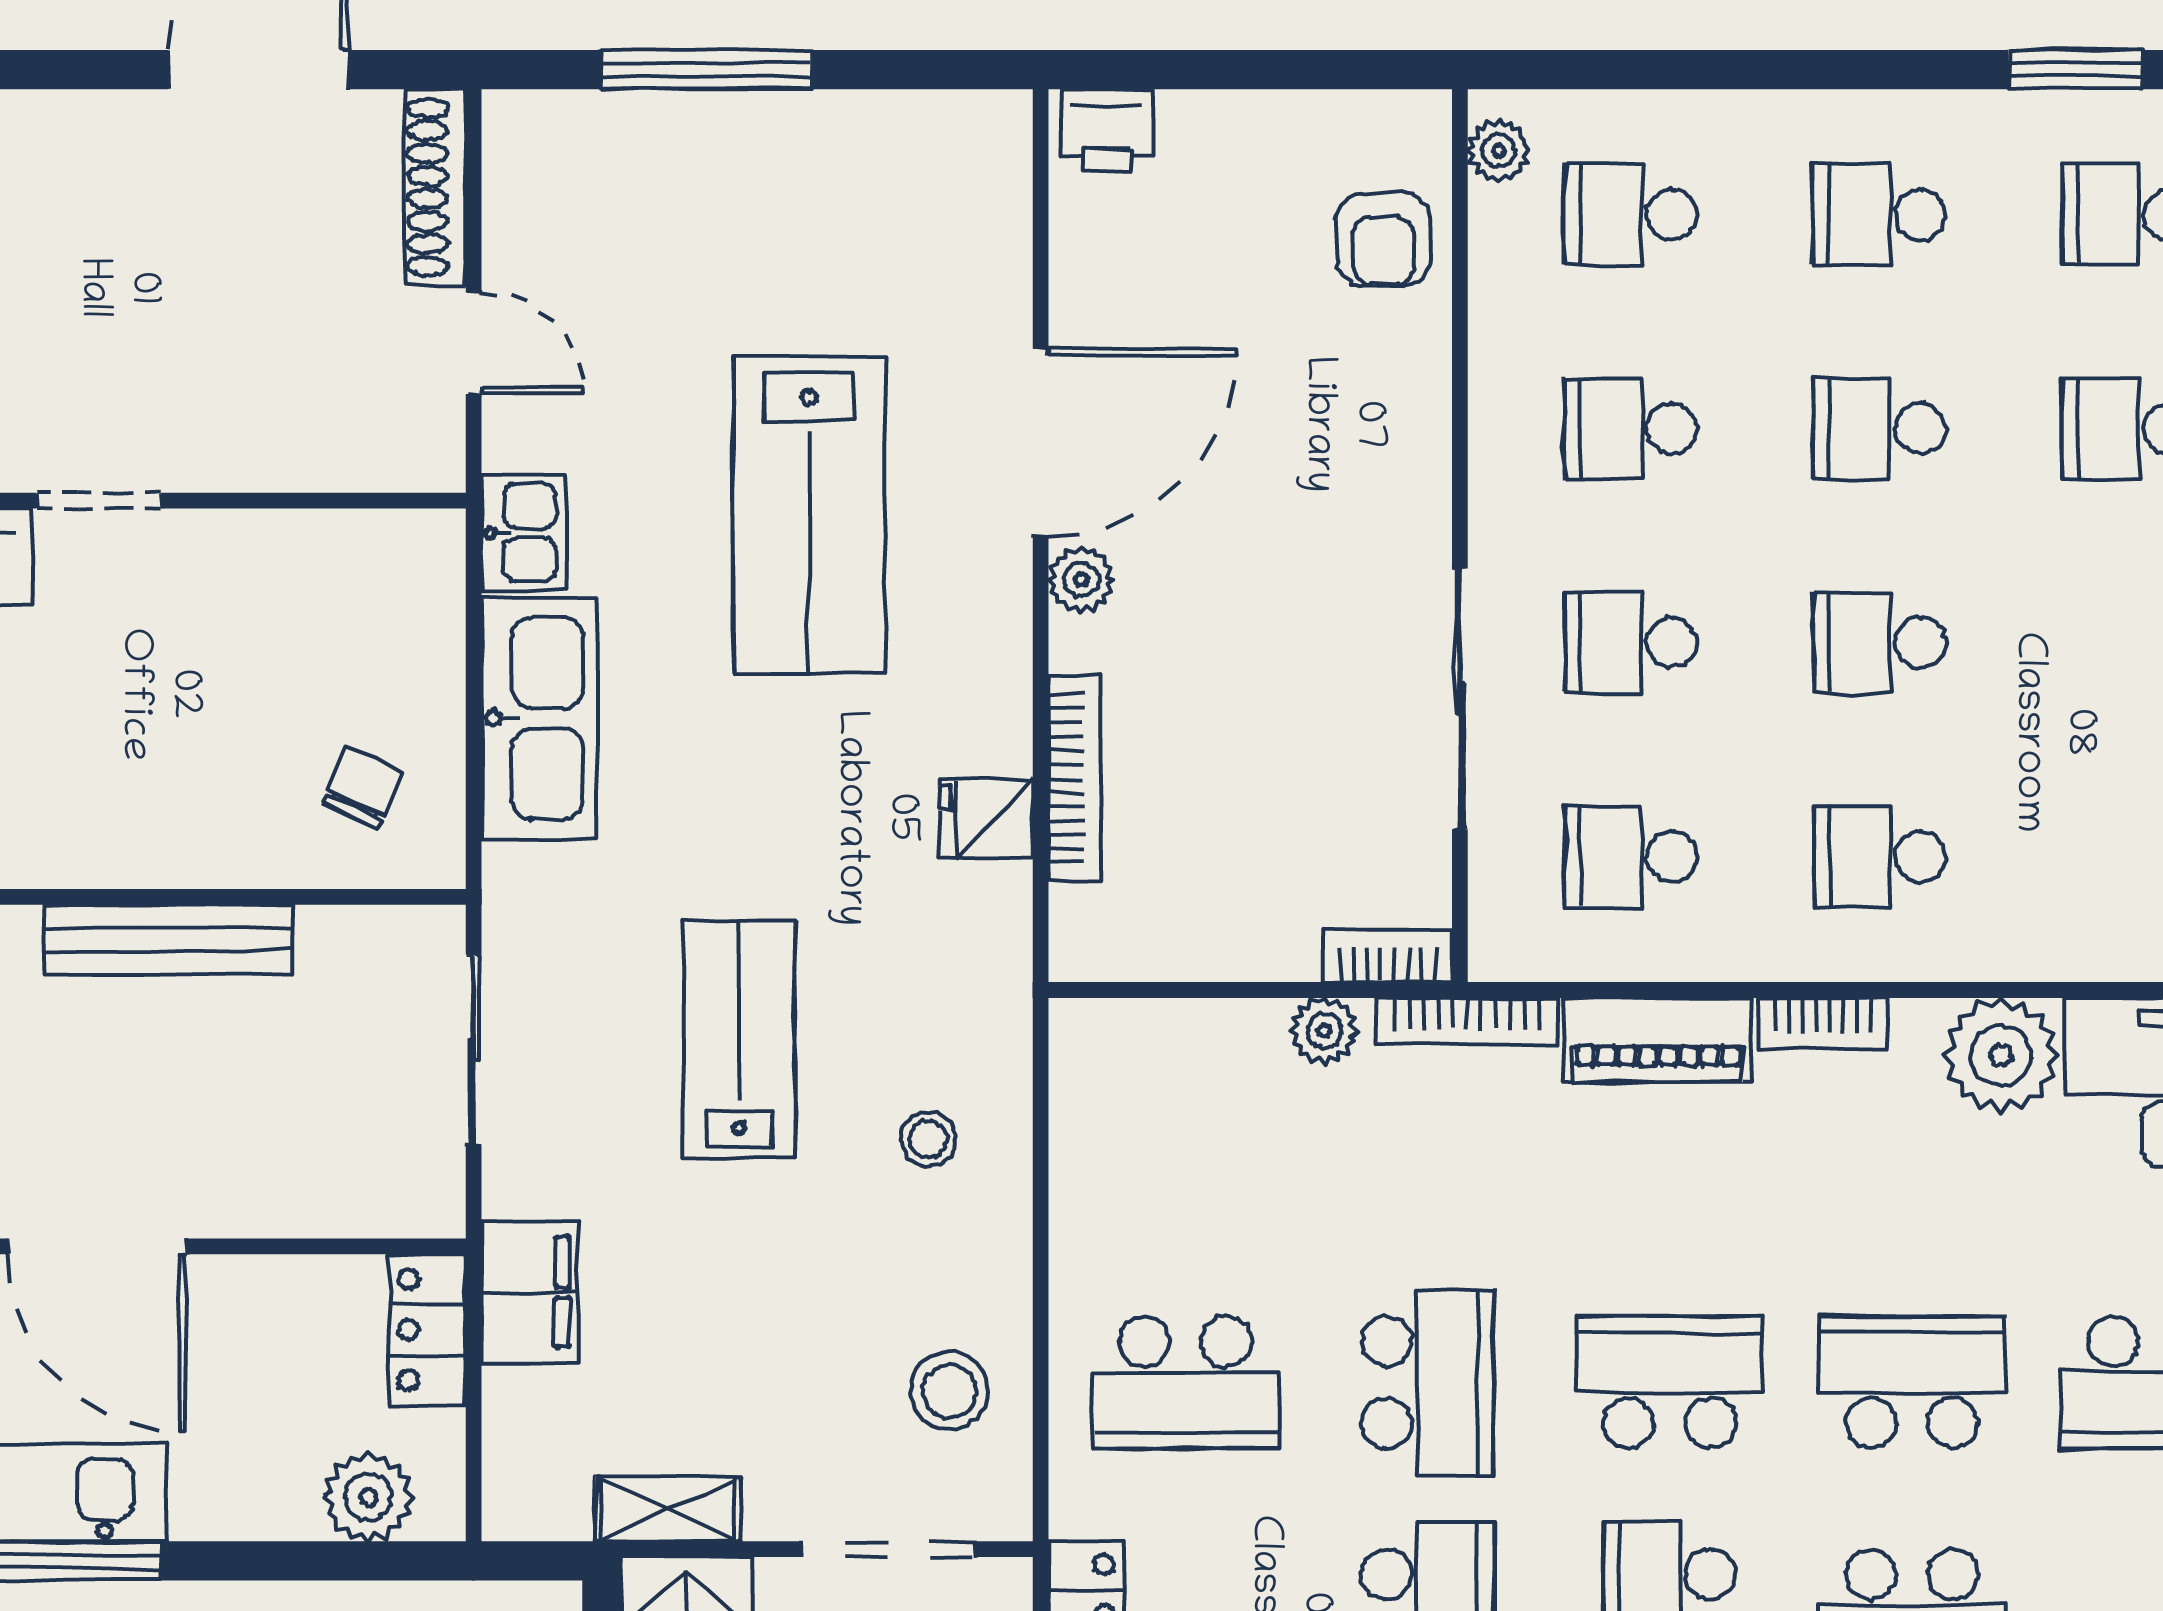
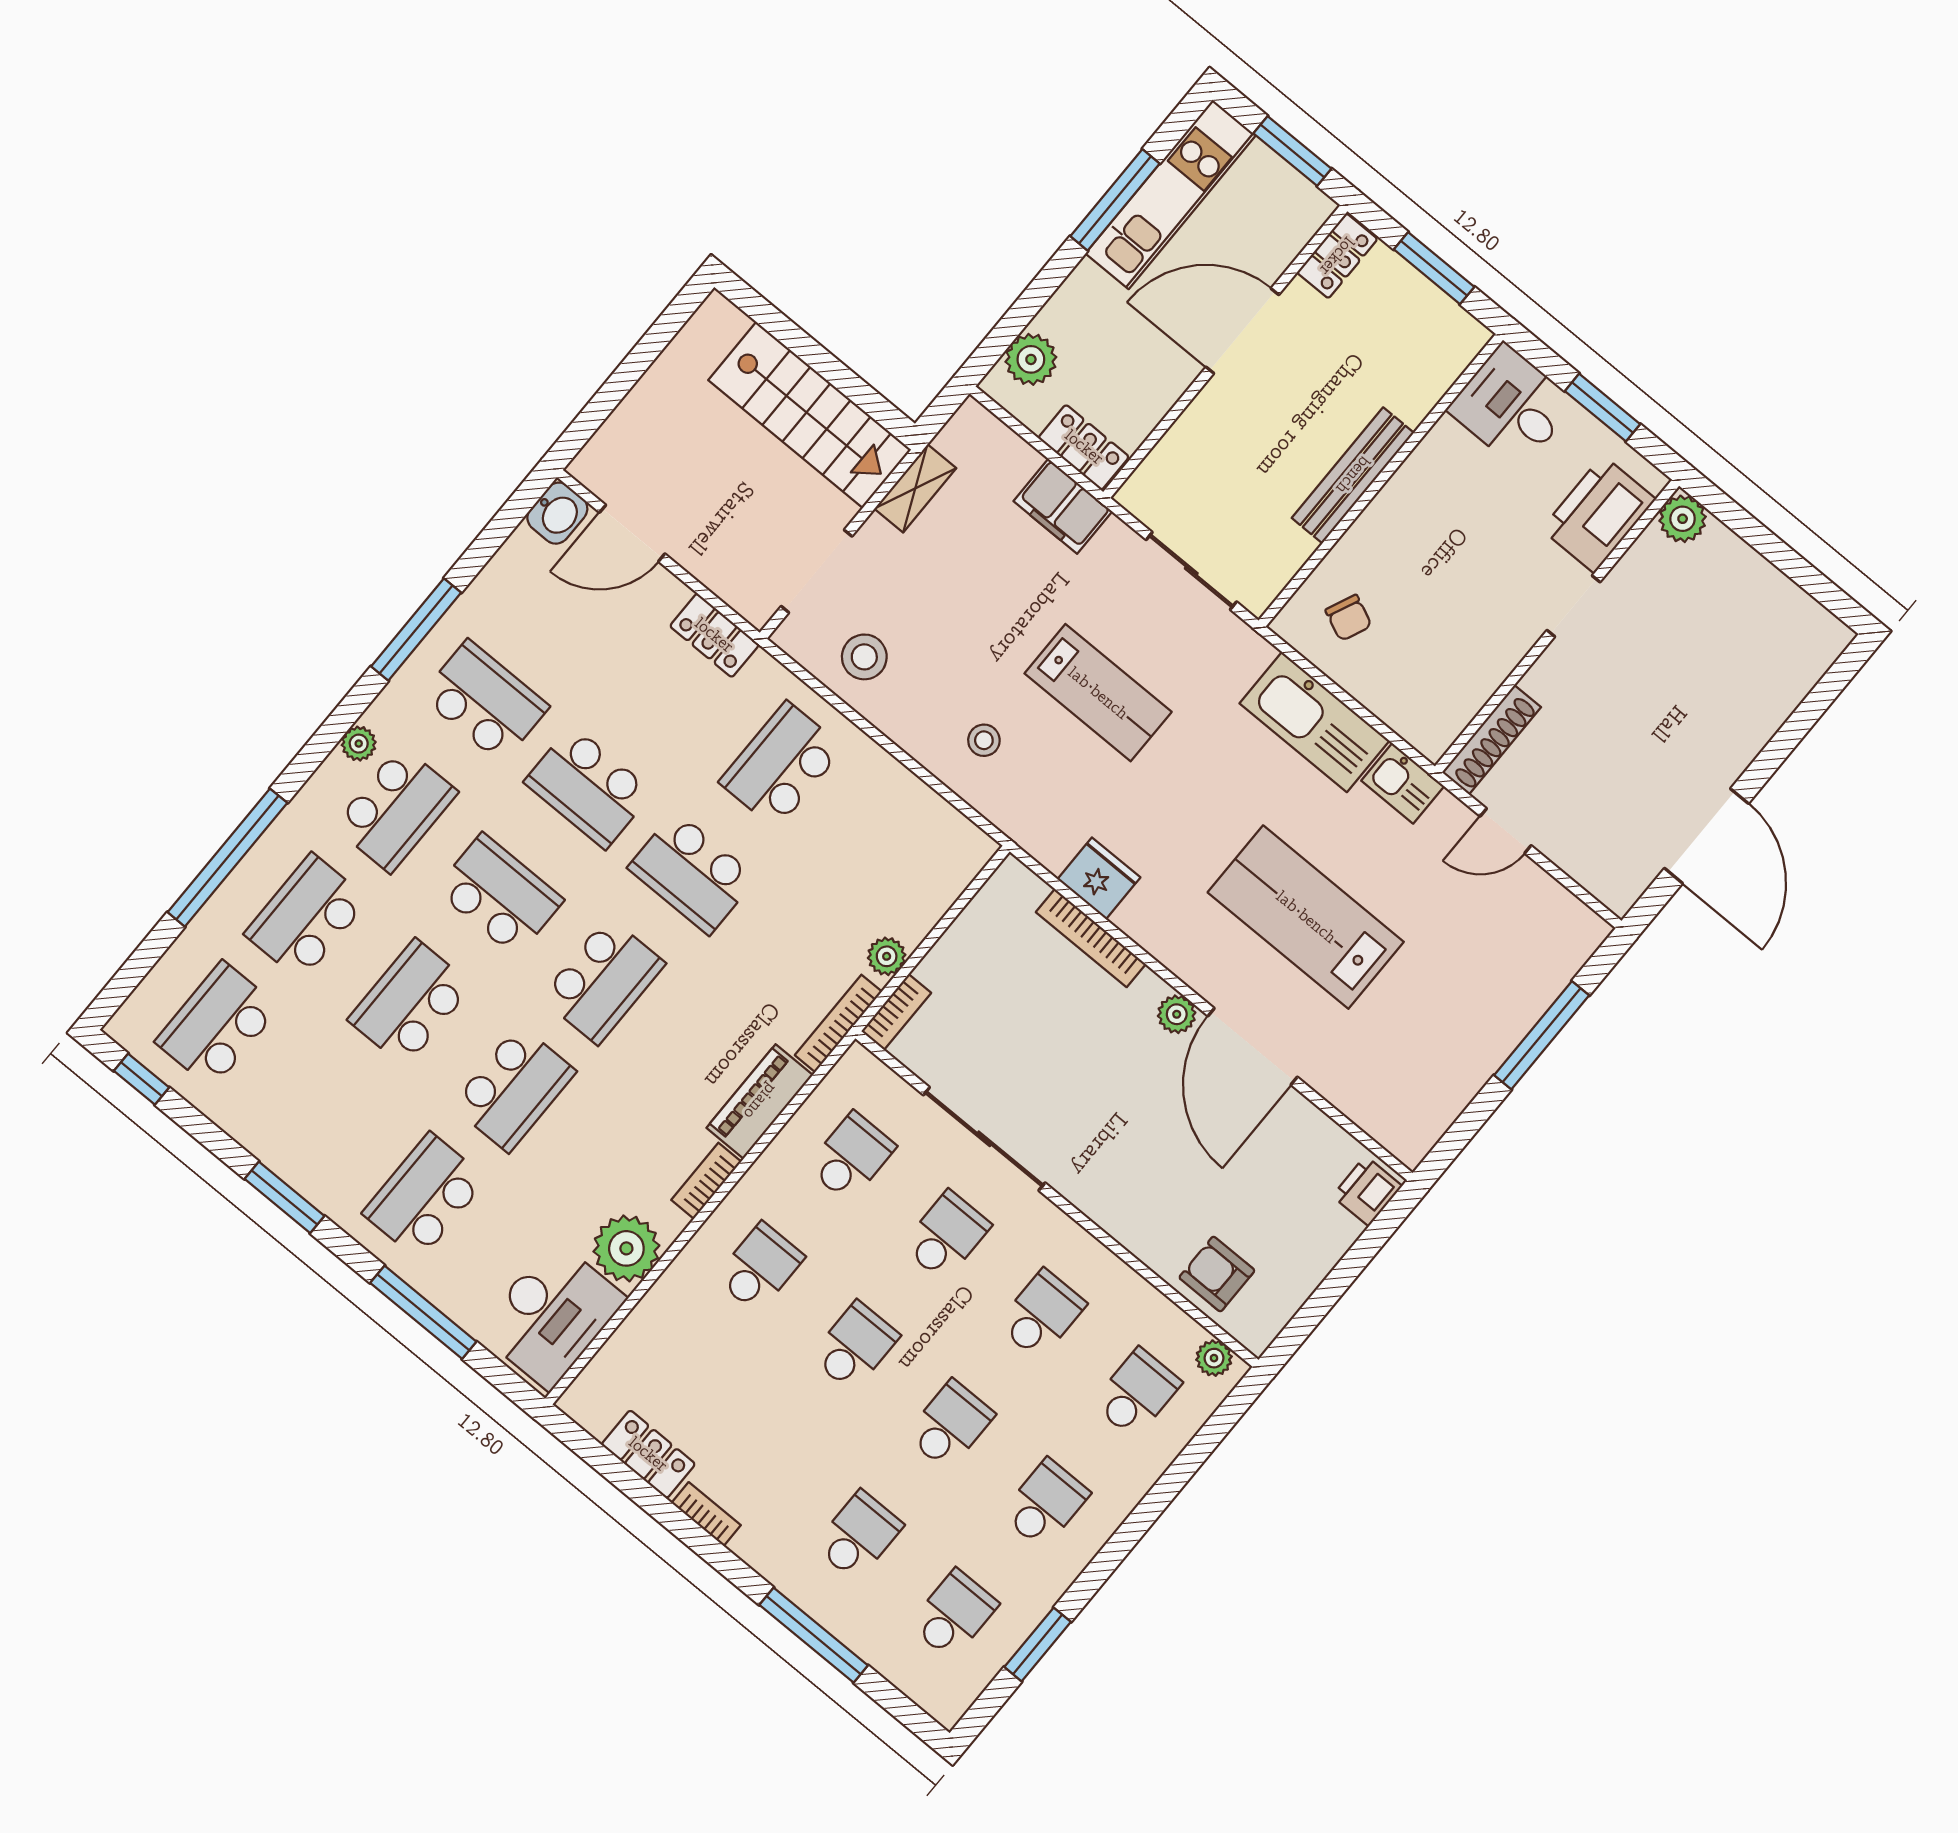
shoe rack: (435, 187) -> (1491, 740), moved, turned 90
fridge: (986, 818) -> (1099, 878), width x1.38

